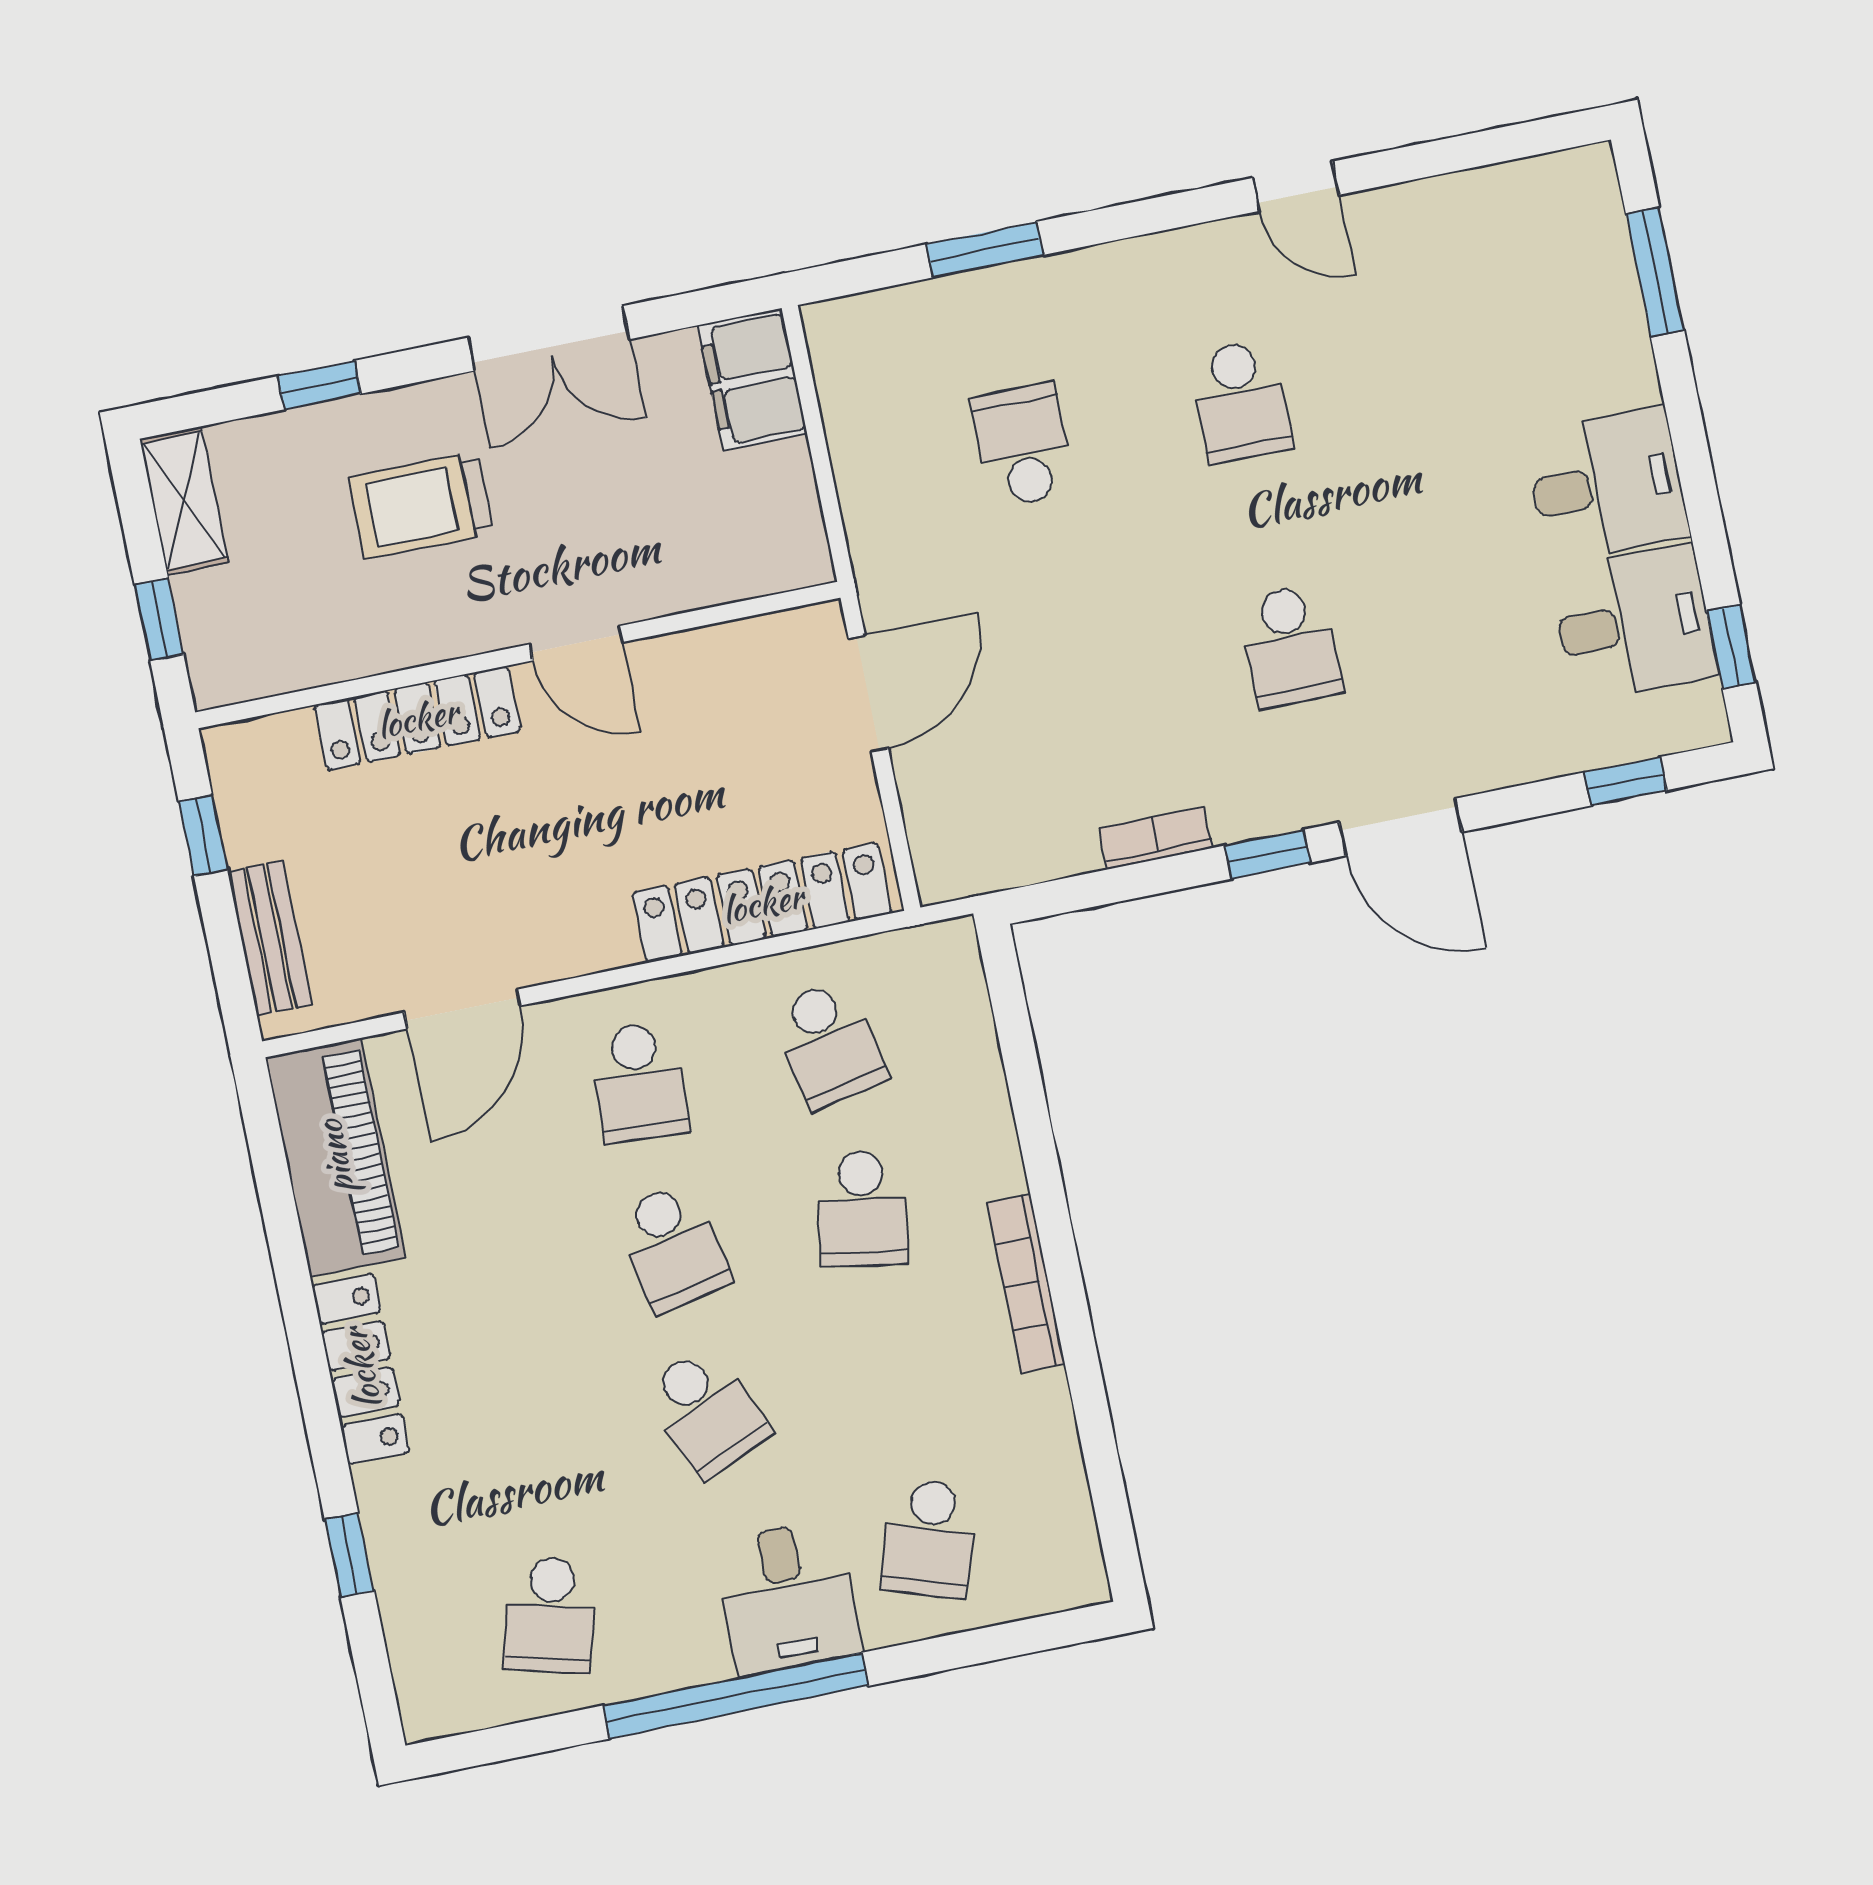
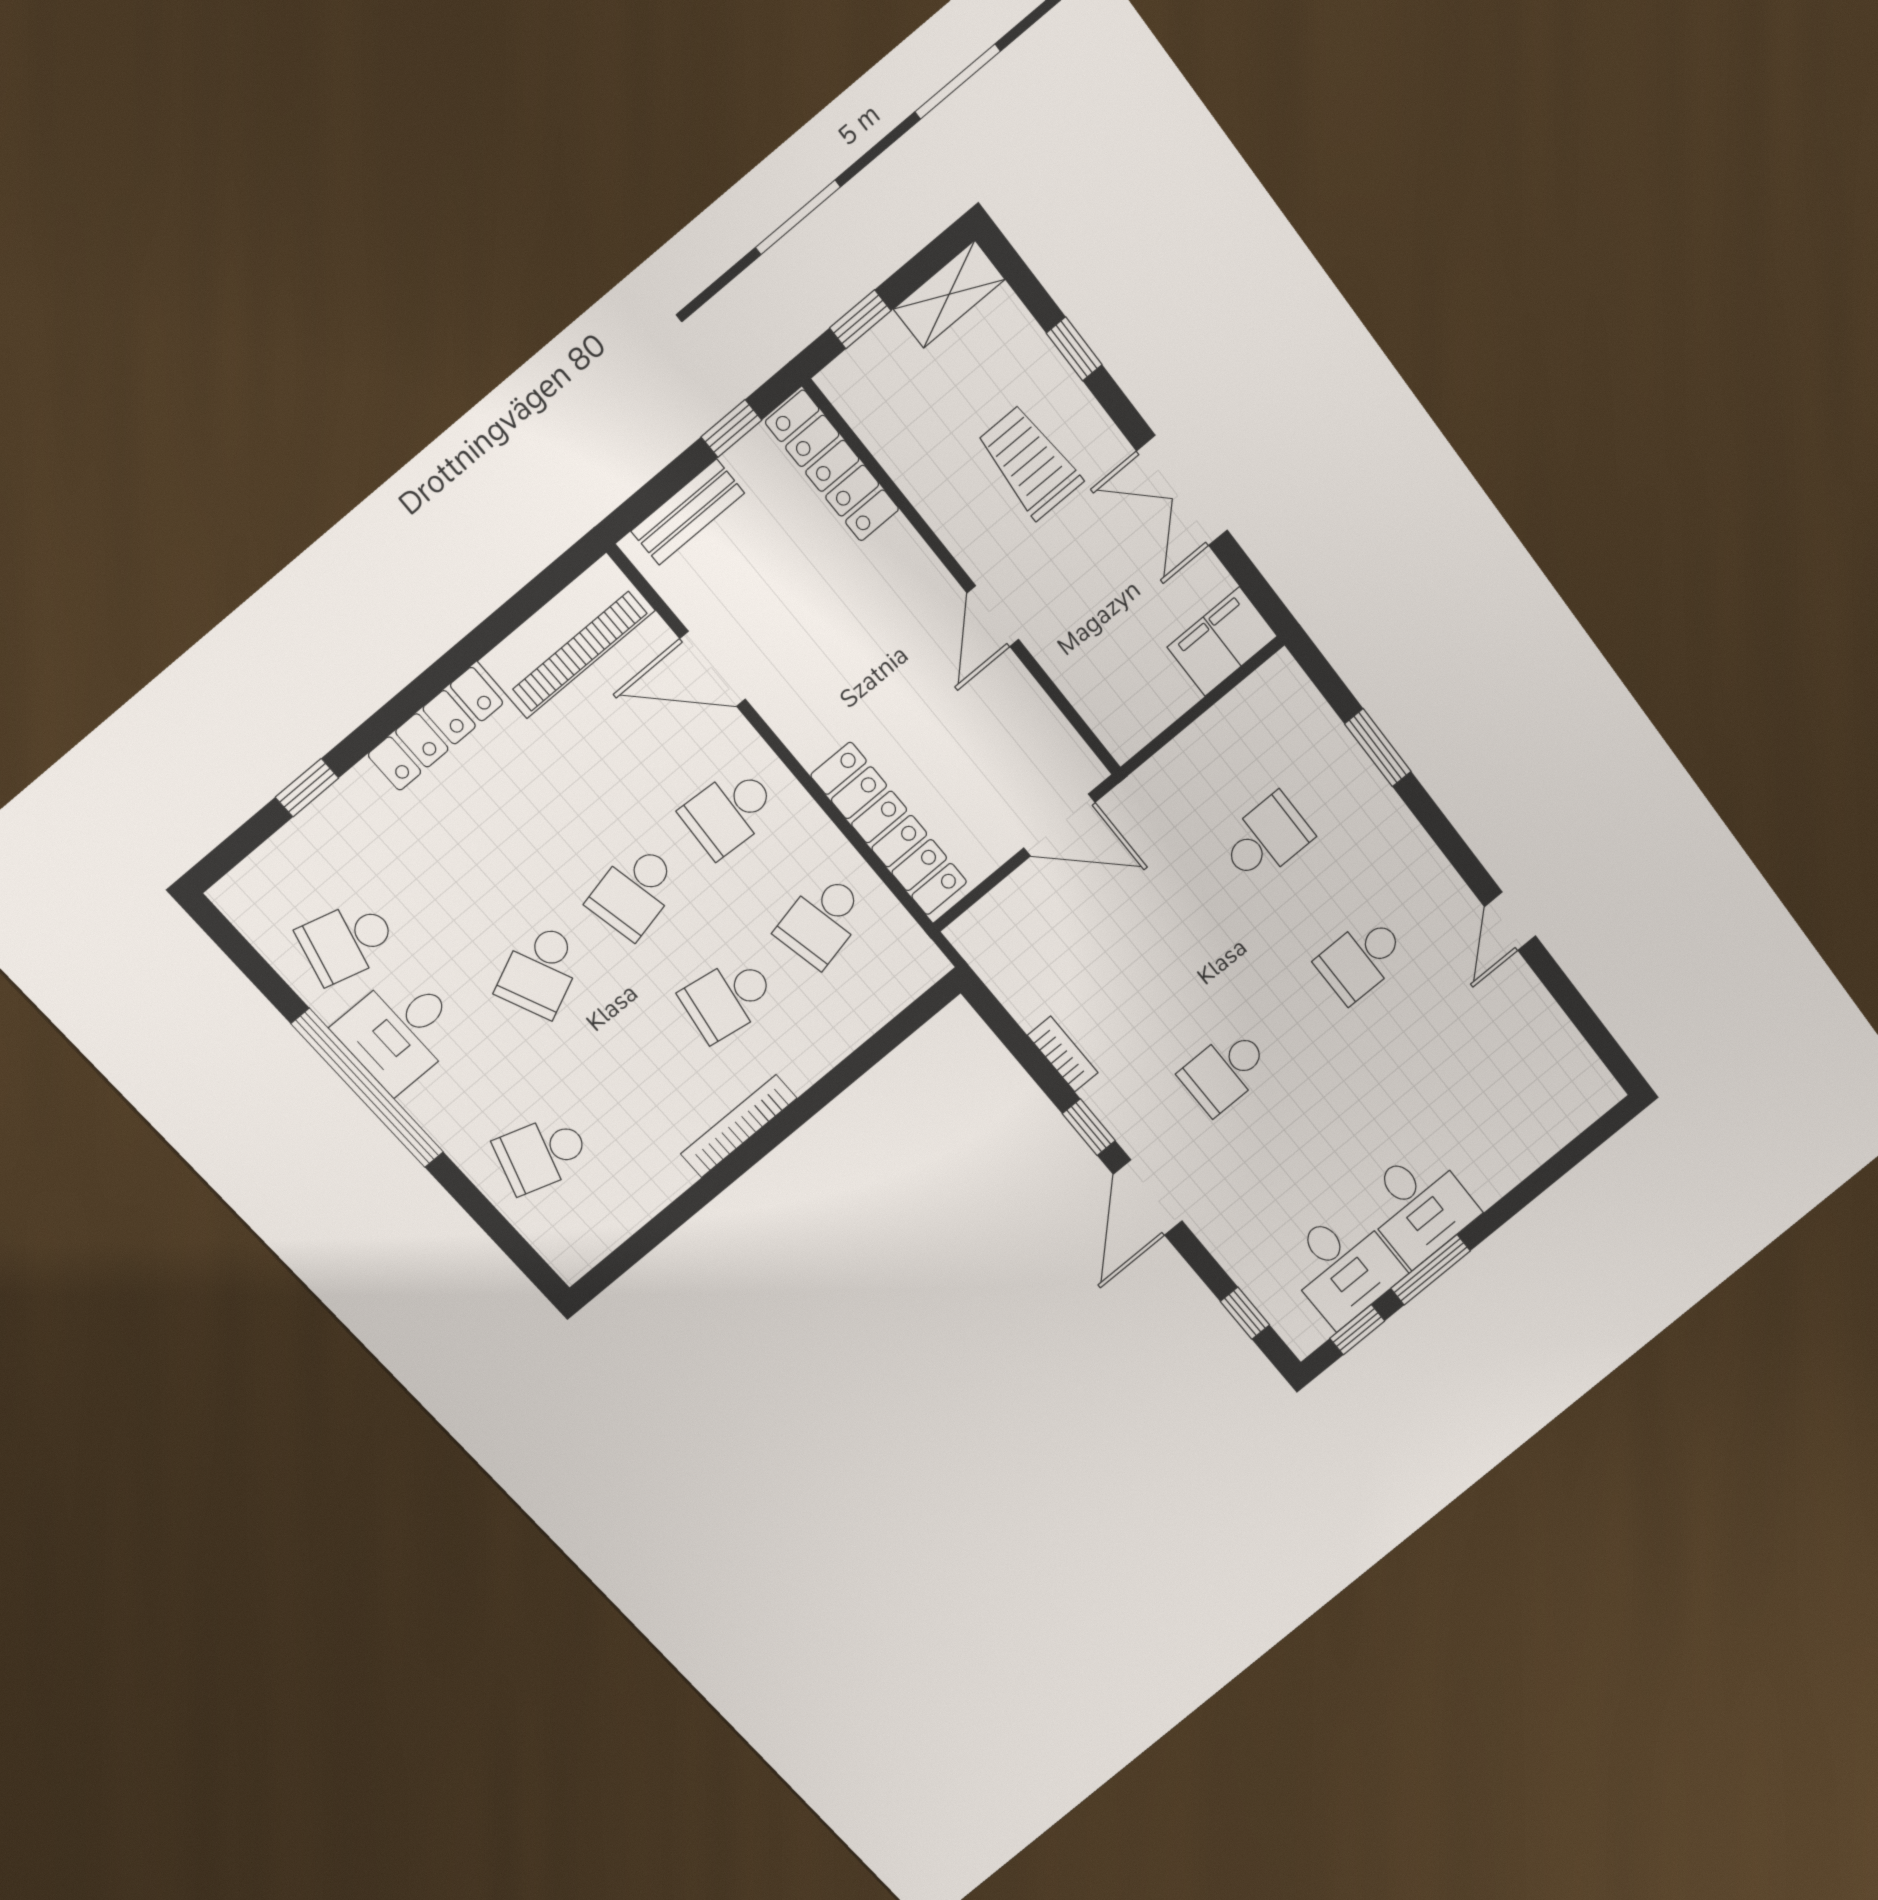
window: (1655, 272) -> (1431, 1270), moved
locker: (417, 718) -> (832, 466), moved
desk: (788, 1597) -> (400, 1031), moved

